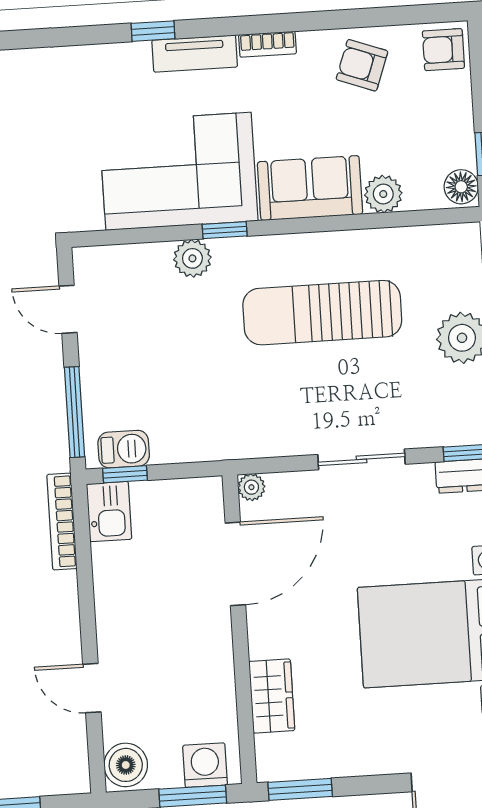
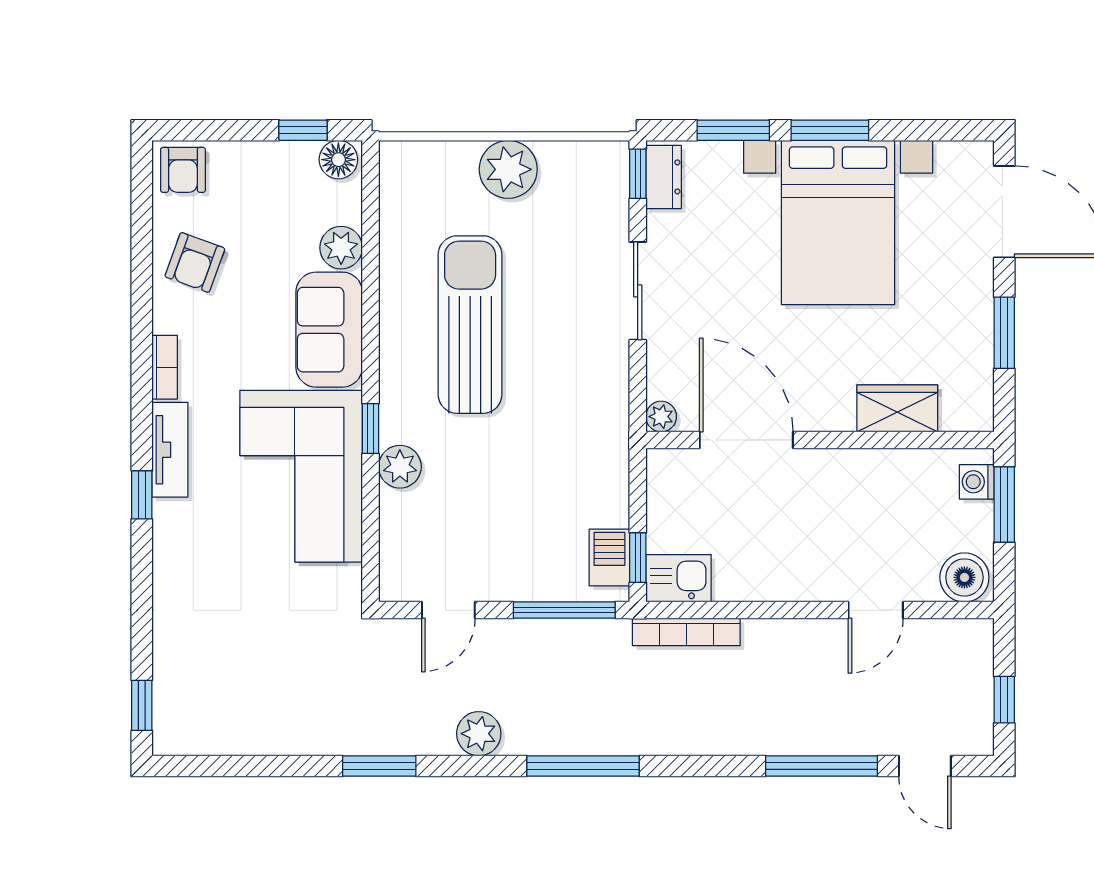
sun lounger: (322, 313) -> (470, 325), turned 180
washing machine: (205, 765) -> (977, 482), width x0.73, depth x0.73
window: (300, 789) -> (1004, 333), moved

